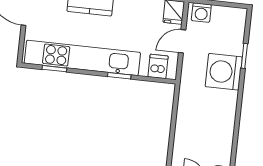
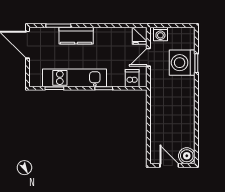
kitchen unit: (82, 58) -> (74, 78), width x0.73
washing machine: (224, 72) -> (182, 63), moved

